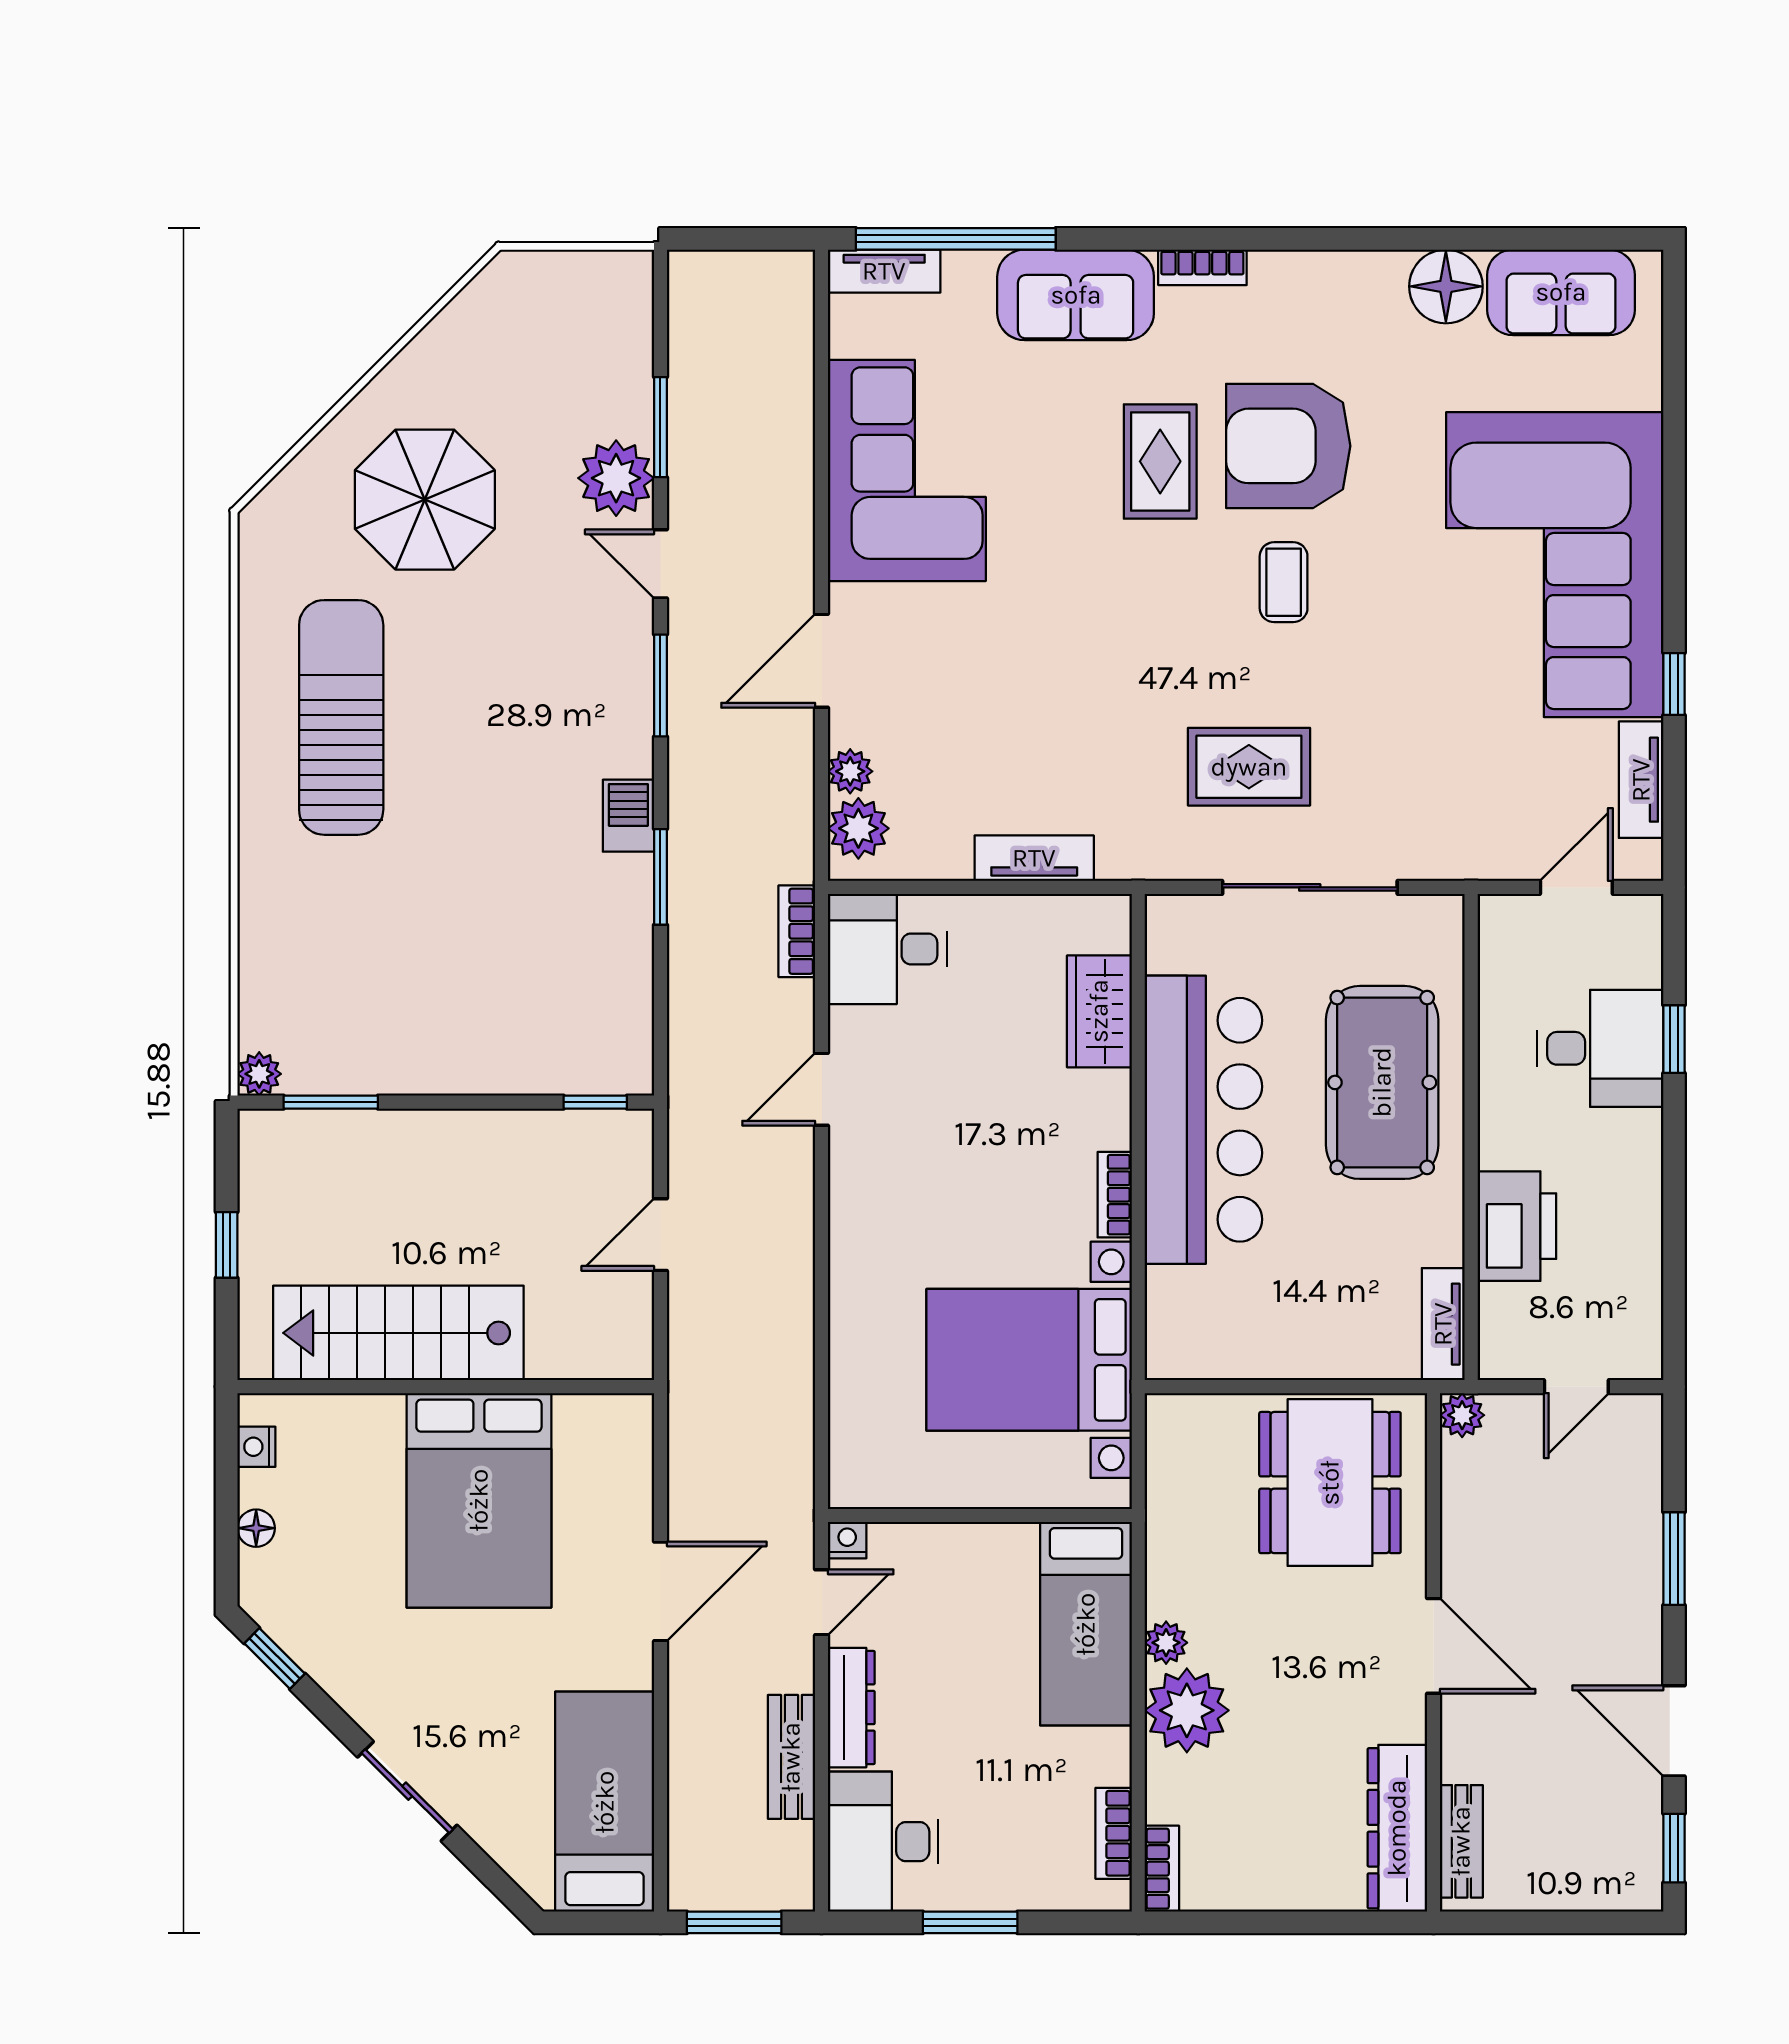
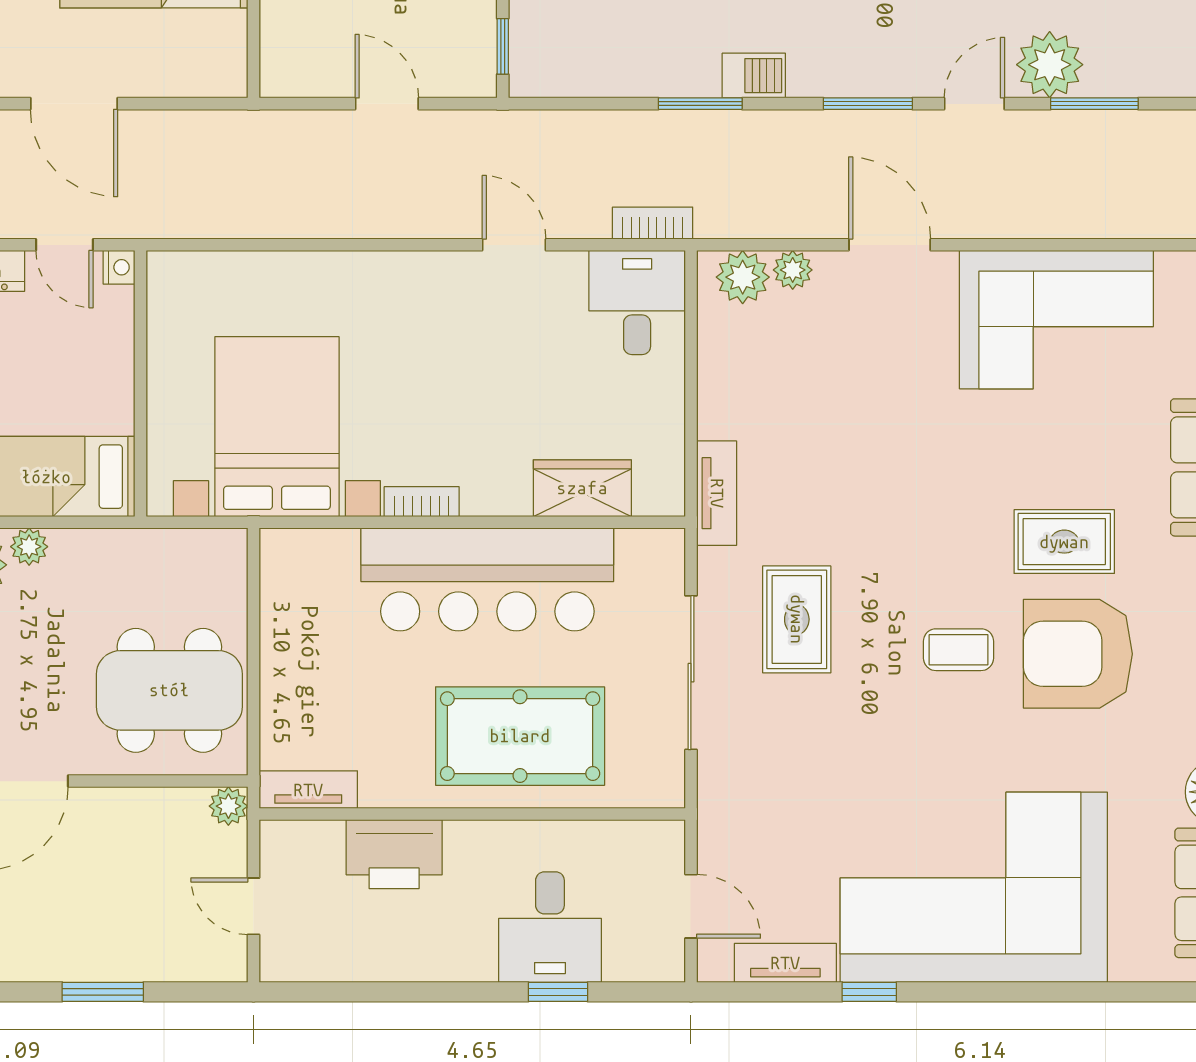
armchair: (1288, 446) -> (1078, 654), turned -90
tv unit: (1034, 858) -> (717, 493), moved

